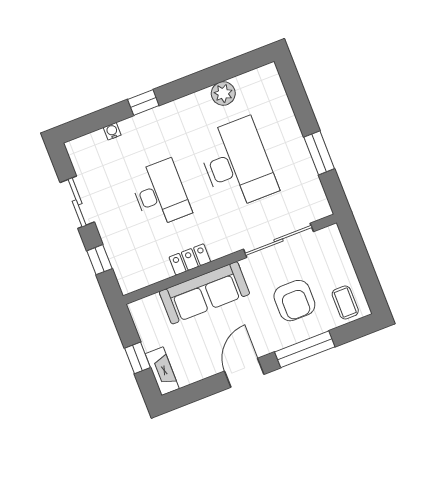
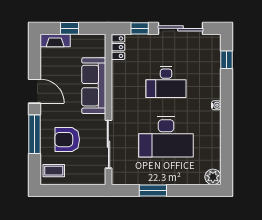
plant: (223, 93) -> (213, 177), moved
window: (143, 103) -> (226, 60), moved
water cooler: (112, 131) -> (216, 105), moved
sliding door: (77, 202) -> (181, 28), width x1.37
locker: (190, 259) -> (118, 47), moved

